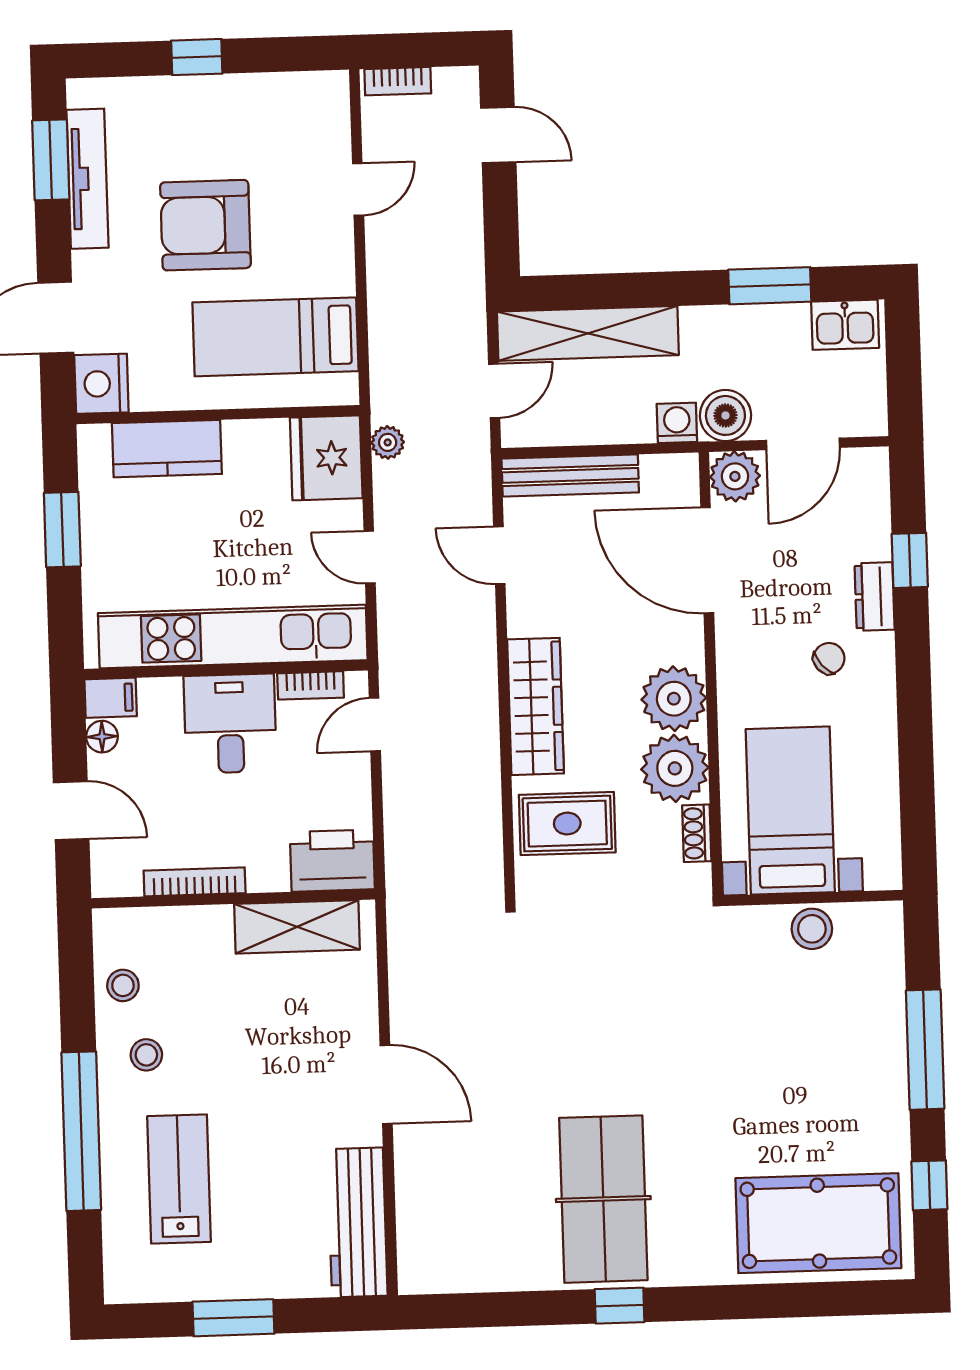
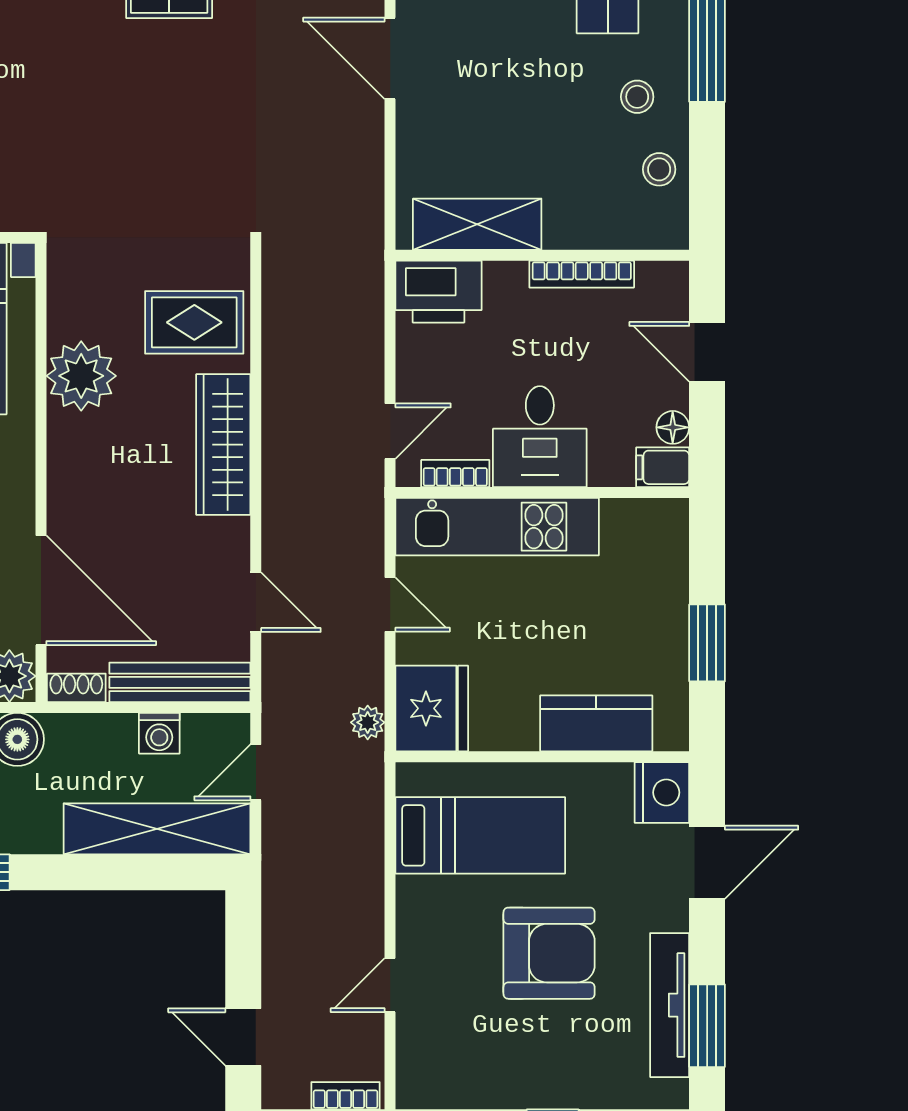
washing machine: (677, 423) -> (159, 733), moved
kitchen unit: (233, 637) -> (497, 527), width x0.73
plant: (674, 699) -> (80, 448), removed
shoe rack: (697, 833) -> (76, 688), moved, turned -90

